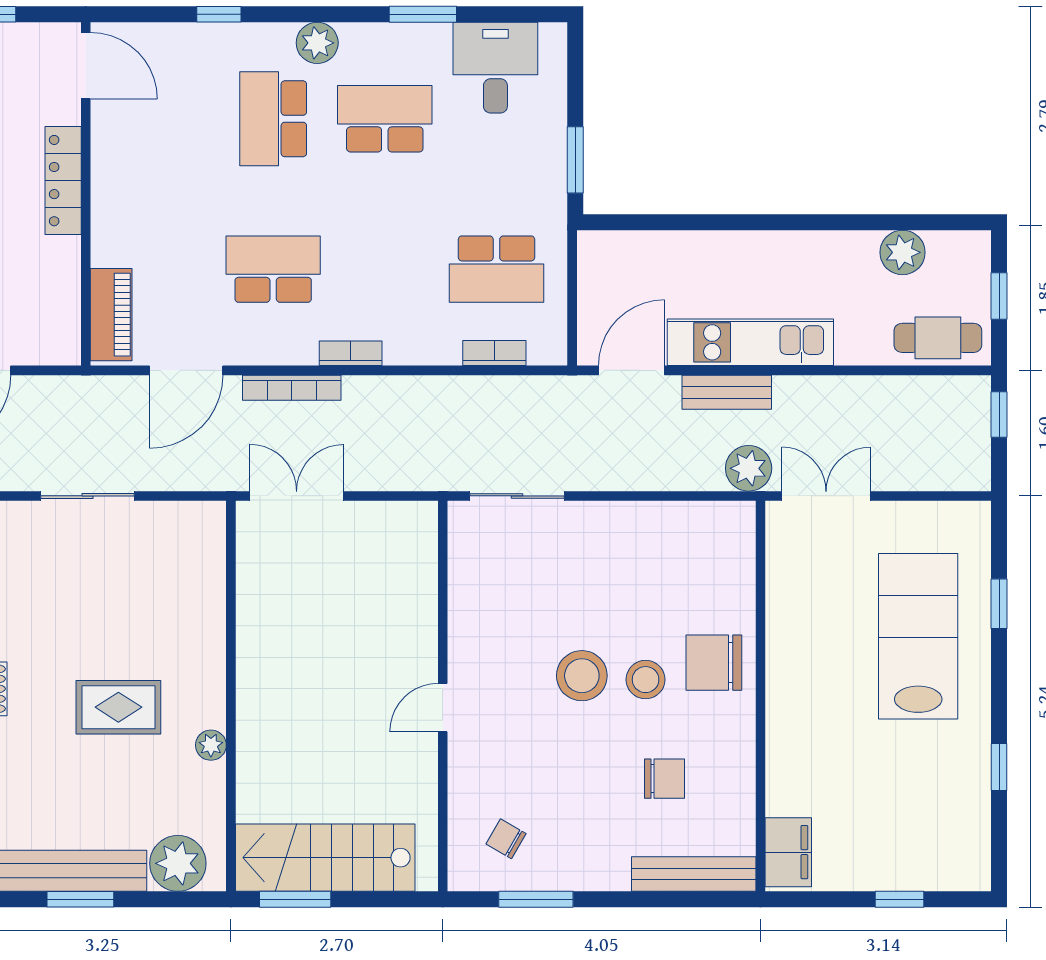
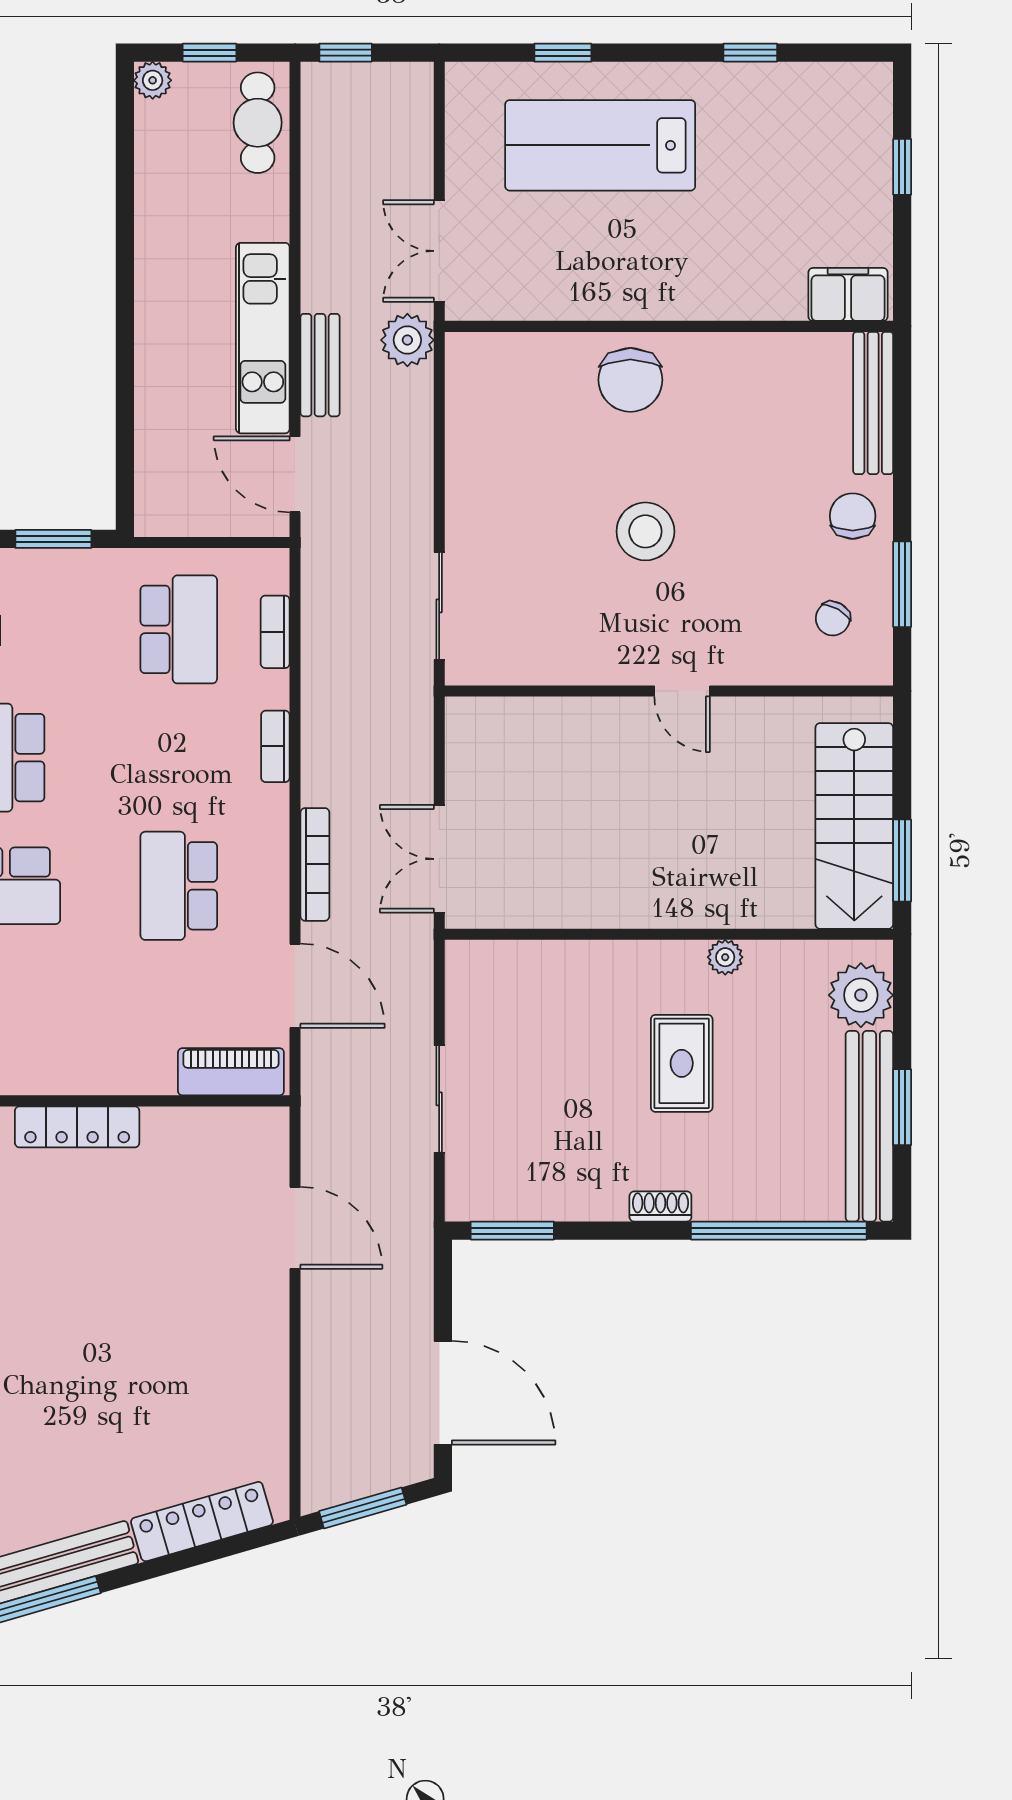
plant: (903, 252) -> (153, 80), moved, width x0.73, depth x0.73
bookcase: (351, 353) -> (275, 746), moved
stool: (646, 680) -> (650, 458), removed
chair: (664, 779) -> (853, 516), moved

